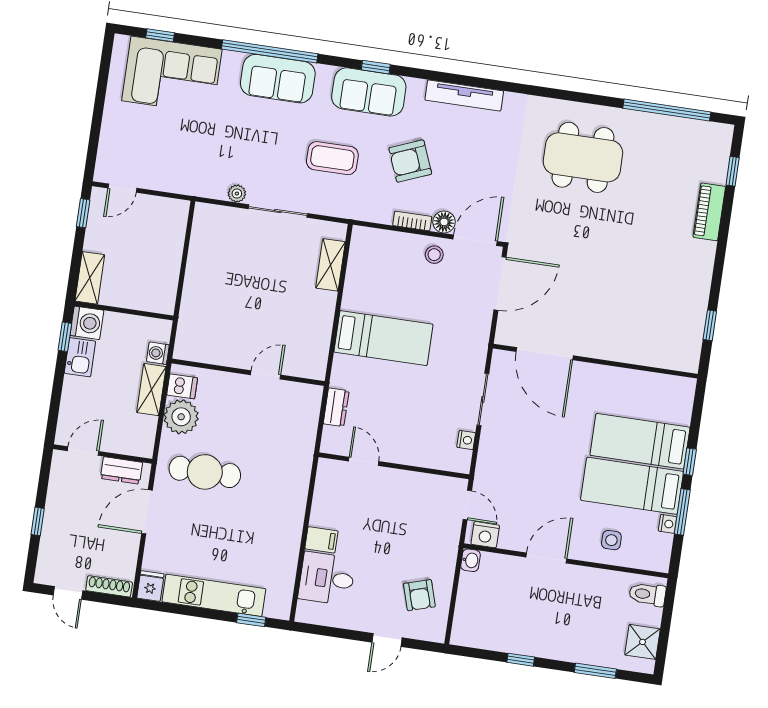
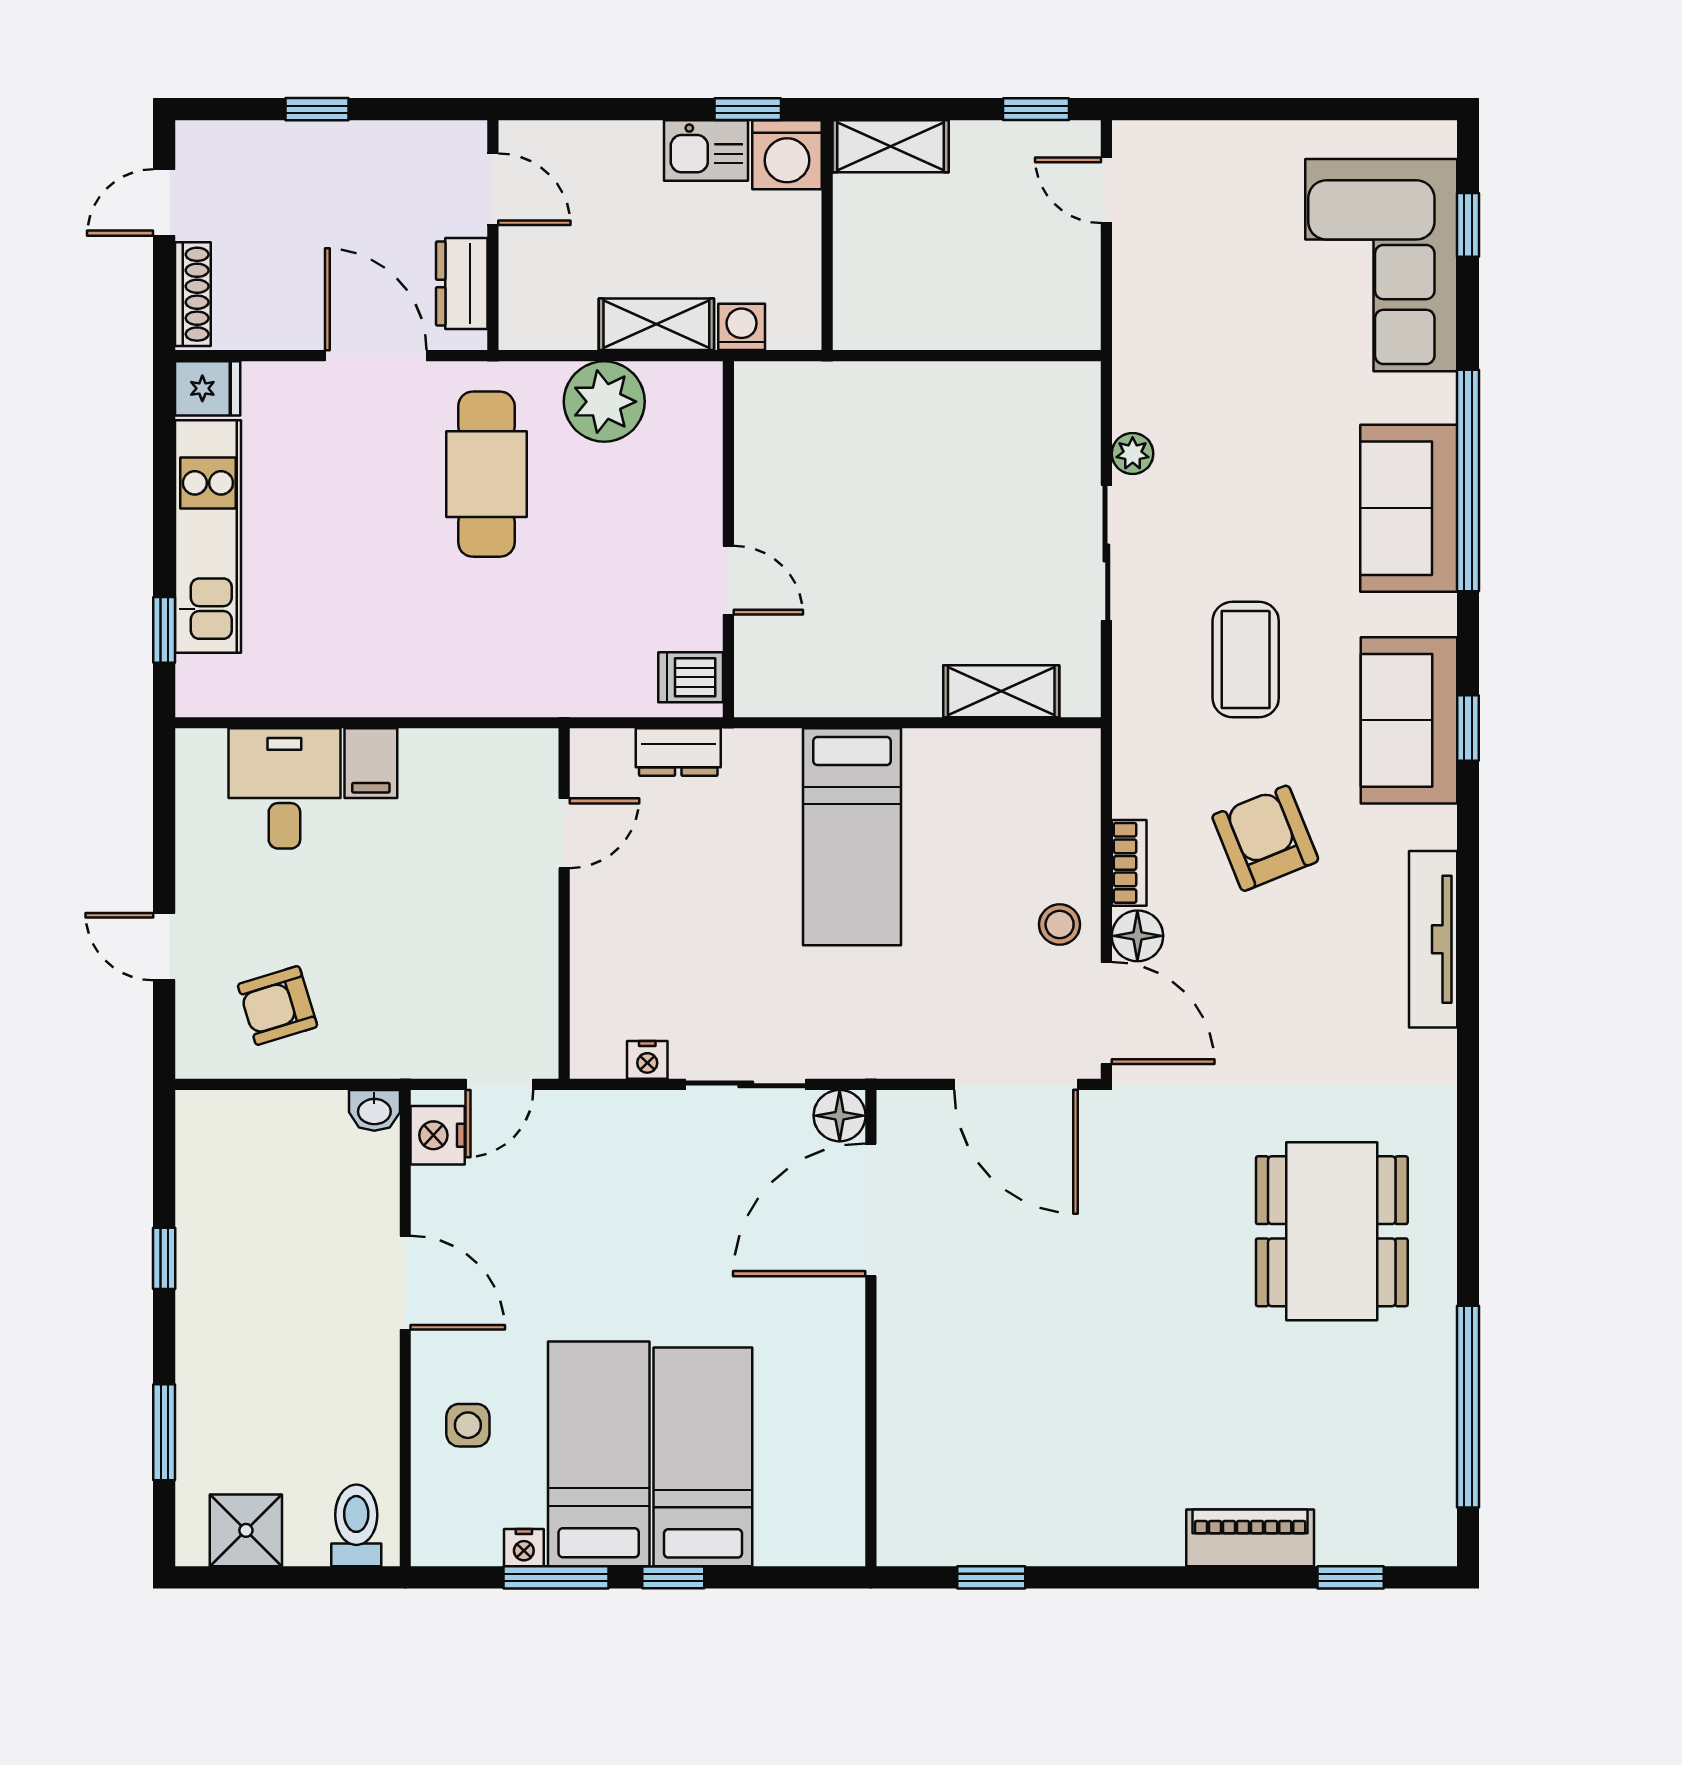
floor lamp: (502, 361) -> (840, 1116), added
dishwasher: (182, 386) -> (691, 677), moved, turned 90

